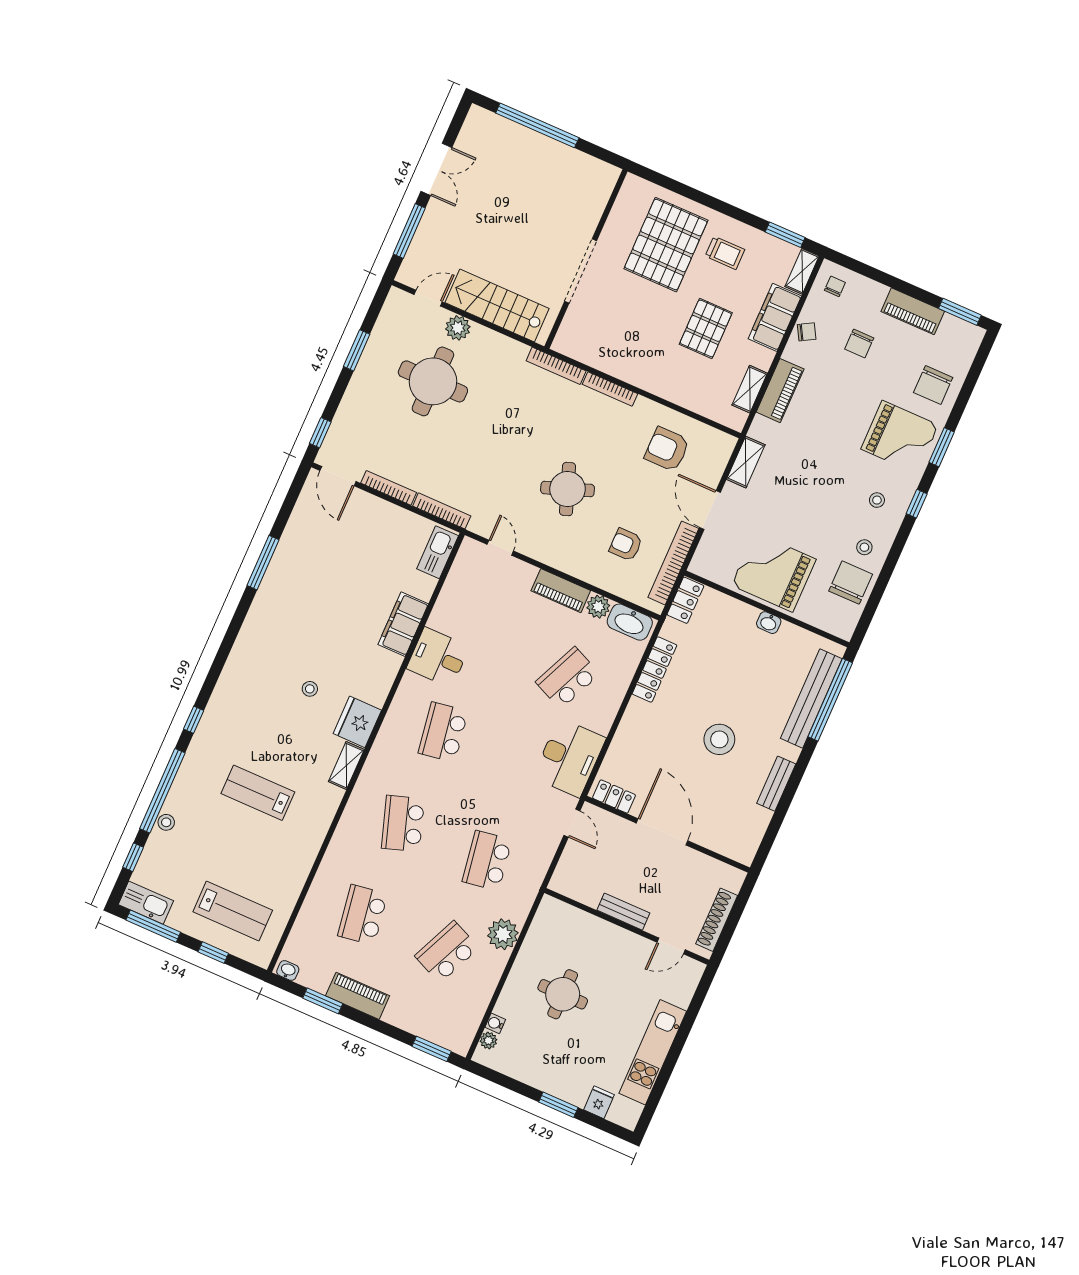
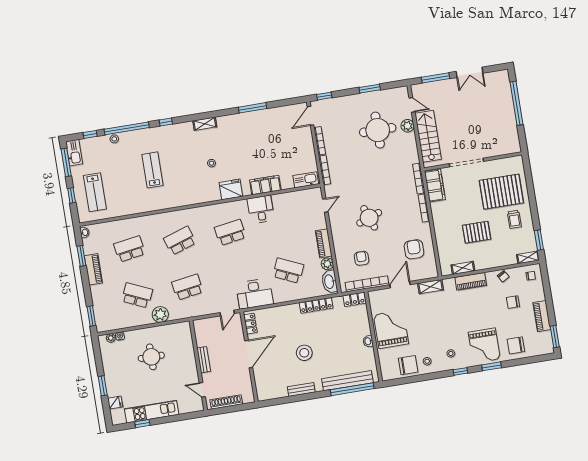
filing cabinet: (775, 317) -> (435, 186), moved, turned 90
fridge: (357, 722) -> (231, 189), moved
shelving: (346, 766) -> (205, 124), moved
window: (662, 1080) -> (142, 424), added

